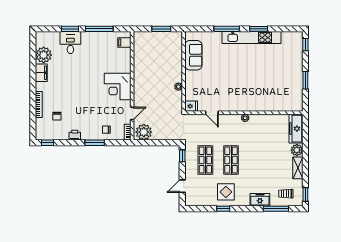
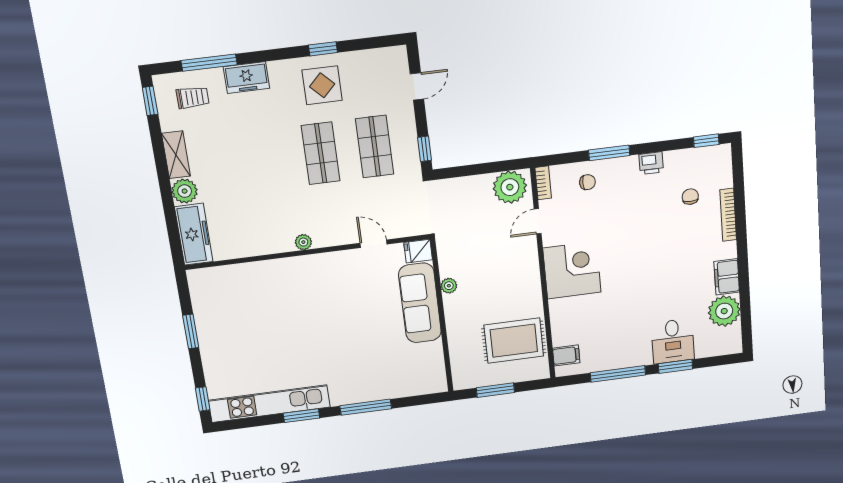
kitchen unit: (252, 38) -> (269, 404), moved
rug: (150, 54) -> (514, 341), added
sofa: (193, 55) -> (420, 303), moved, width x1.36

